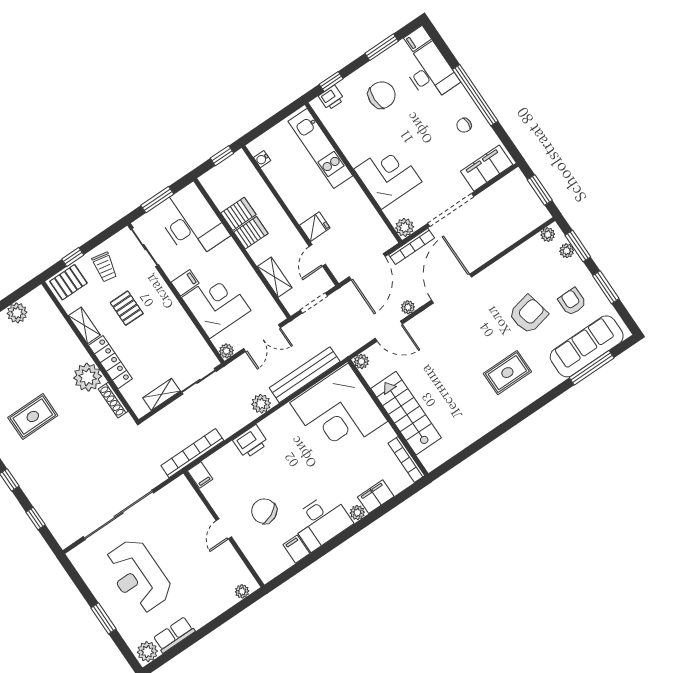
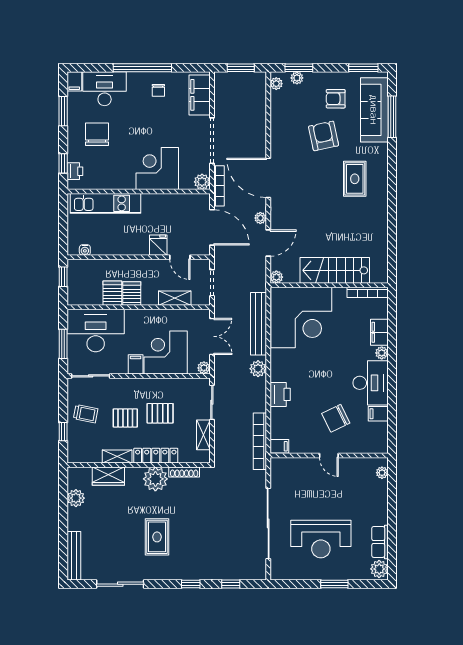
pallet: (68, 282) -> (160, 413), moved, turned 90
window: (606, 287) -> (363, 68), moved
wardrobe: (60, 330) -> (108, 476), added

